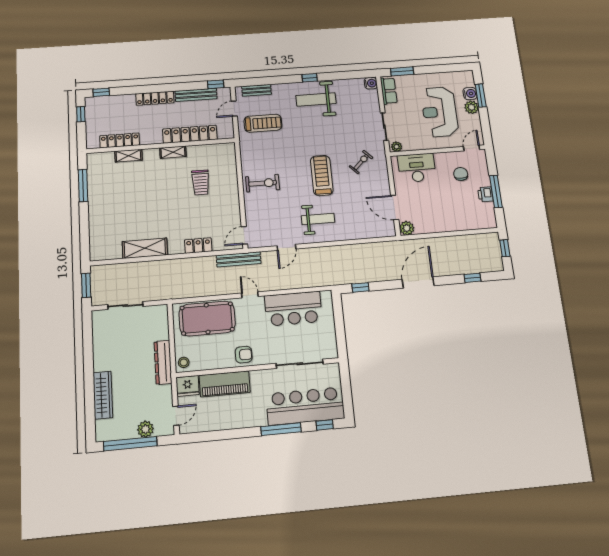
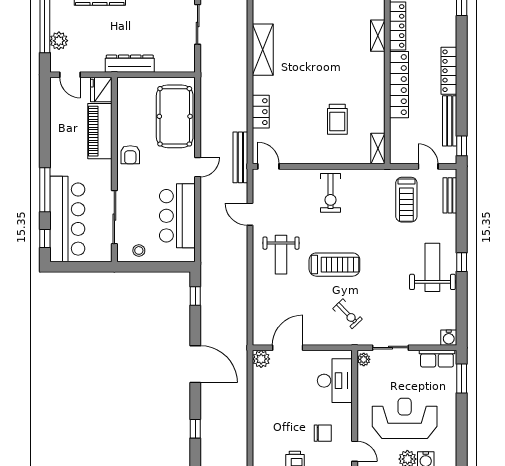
locker: (190, 134) -> (399, 85), moved
shelving: (173, 152) -> (378, 149), moved
trolley: (201, 182) -> (337, 119), turned -90
stool: (184, 362) -> (139, 250), moved

